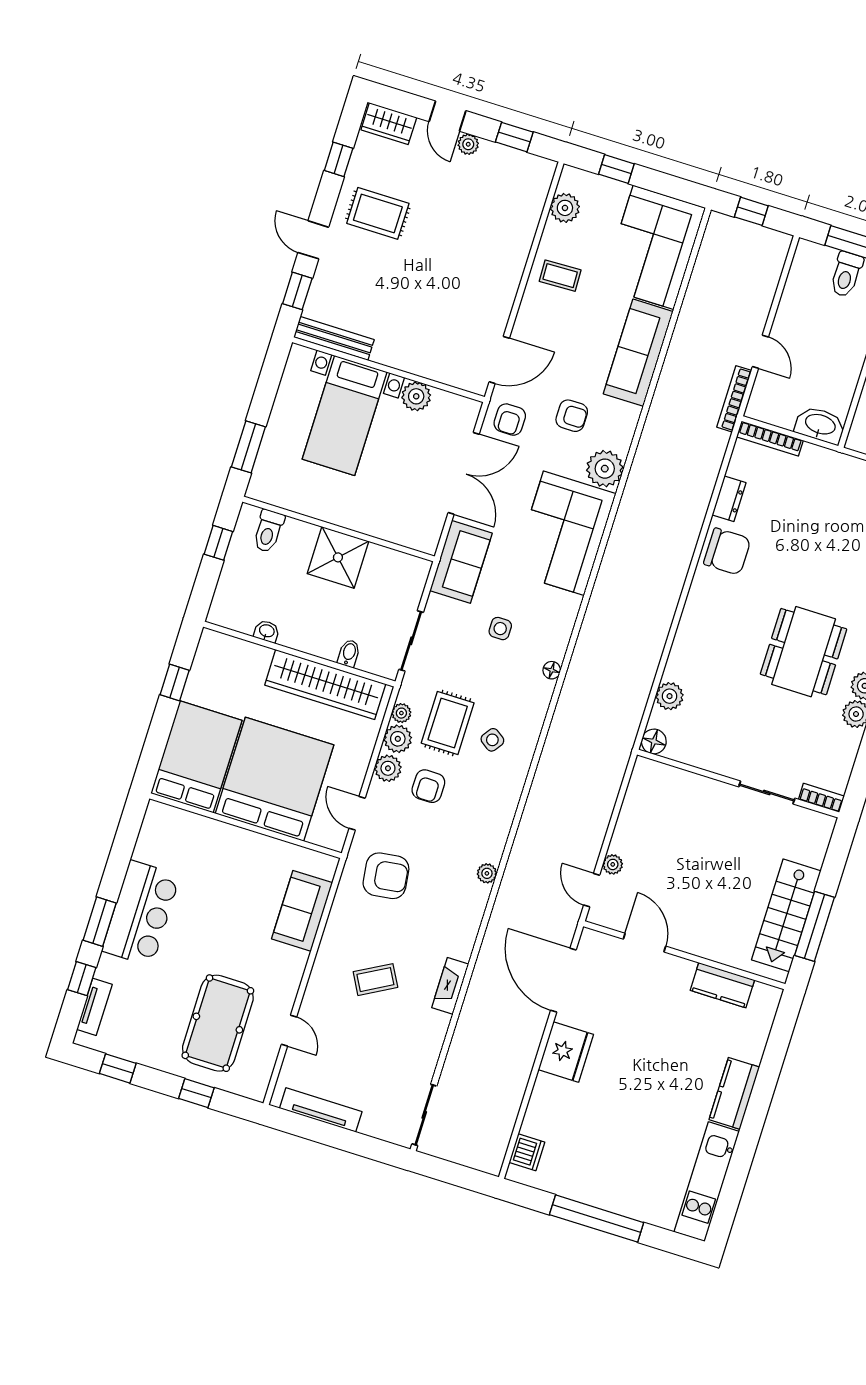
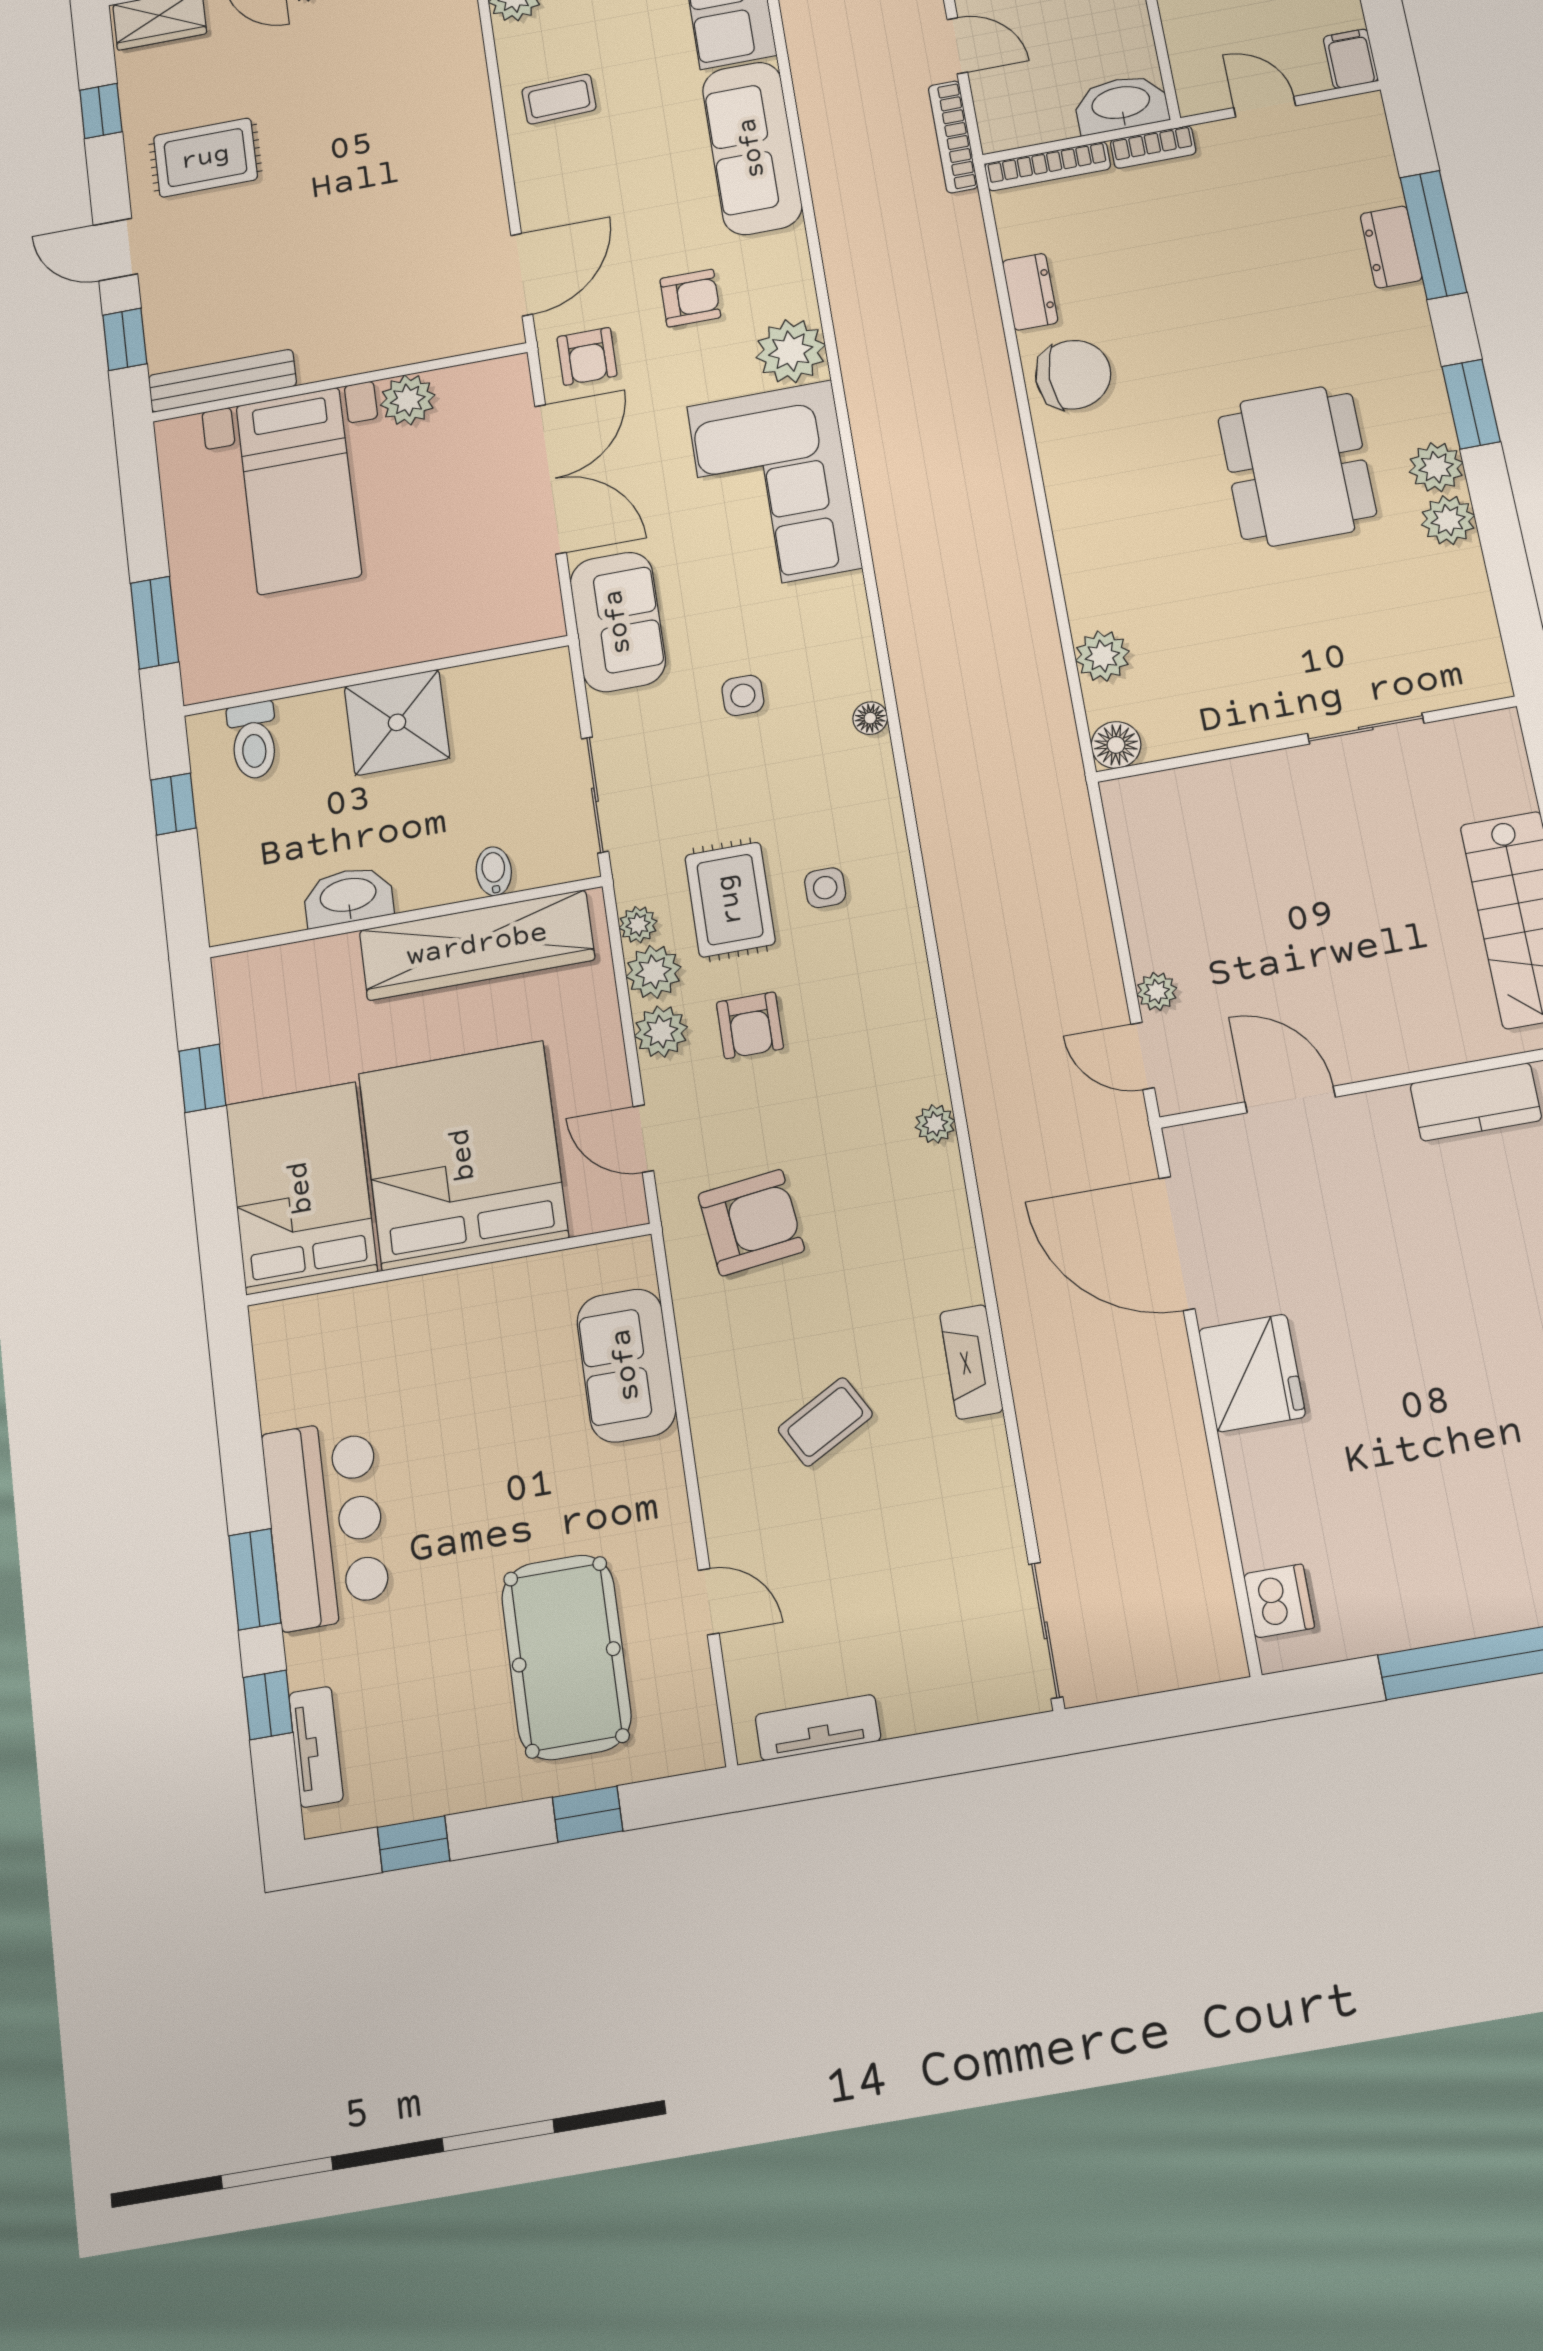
washbasin: (267, 631) -> (348, 896), width x1.91, depth x1.45
side table: (492, 740) -> (825, 888), turned -35
bookcase: (821, 798) -> (1153, 147), moved, turned 180
tv unit: (321, 1110) -> (818, 1728), width x0.71

